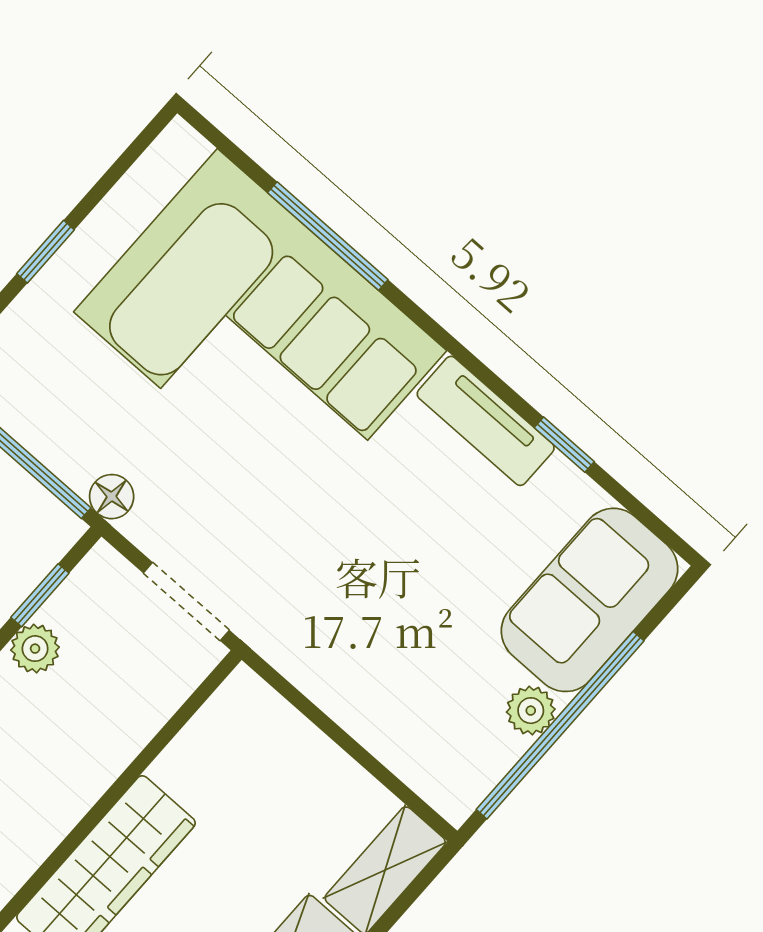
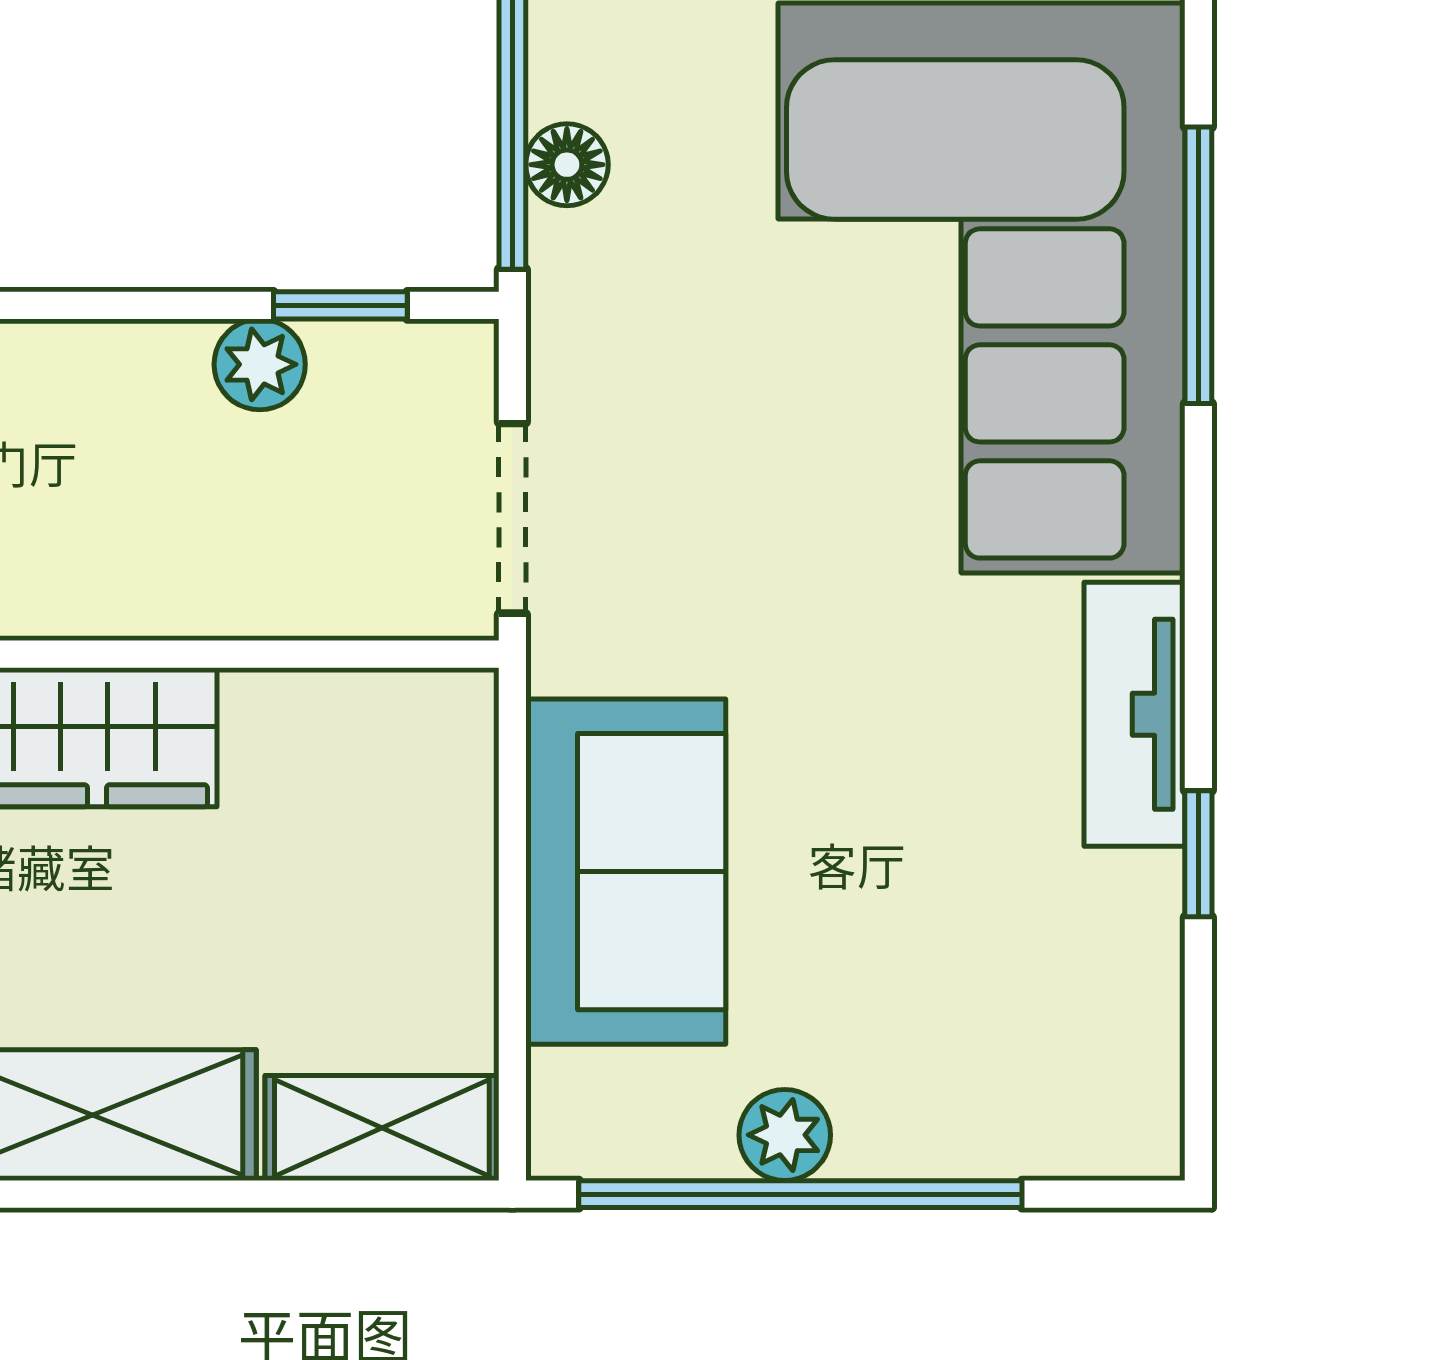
floor lamp: (112, 497) -> (567, 165), moved
sofa: (590, 600) -> (626, 872), moved, turned 90

